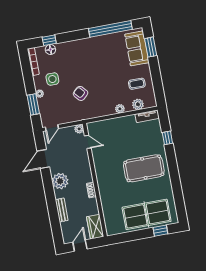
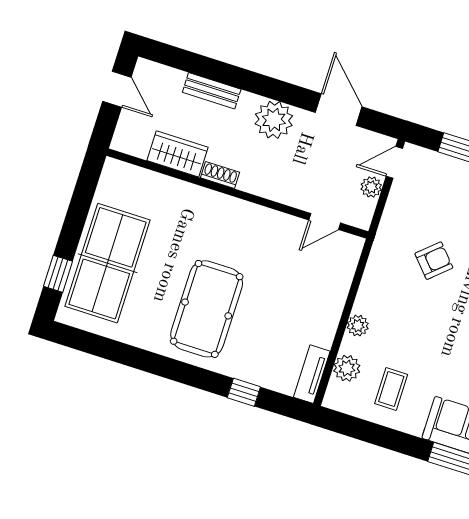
door: (52, 128) -> (394, 162), hinge flipped
plant: (79, 129) -> (371, 187), moved
wardrobe: (95, 227) -> (177, 154), moved

